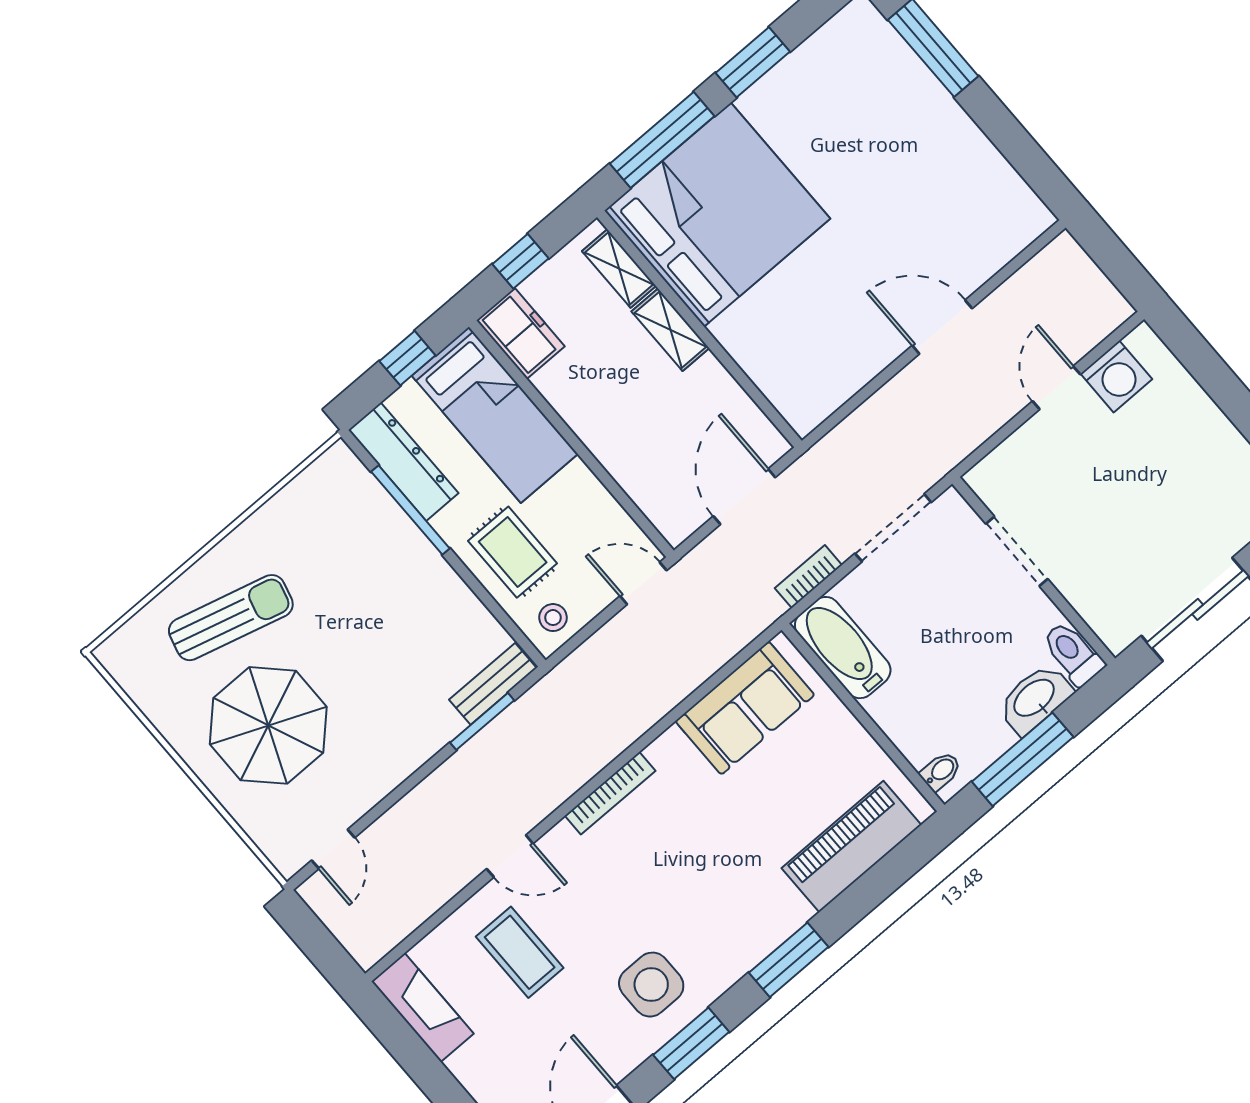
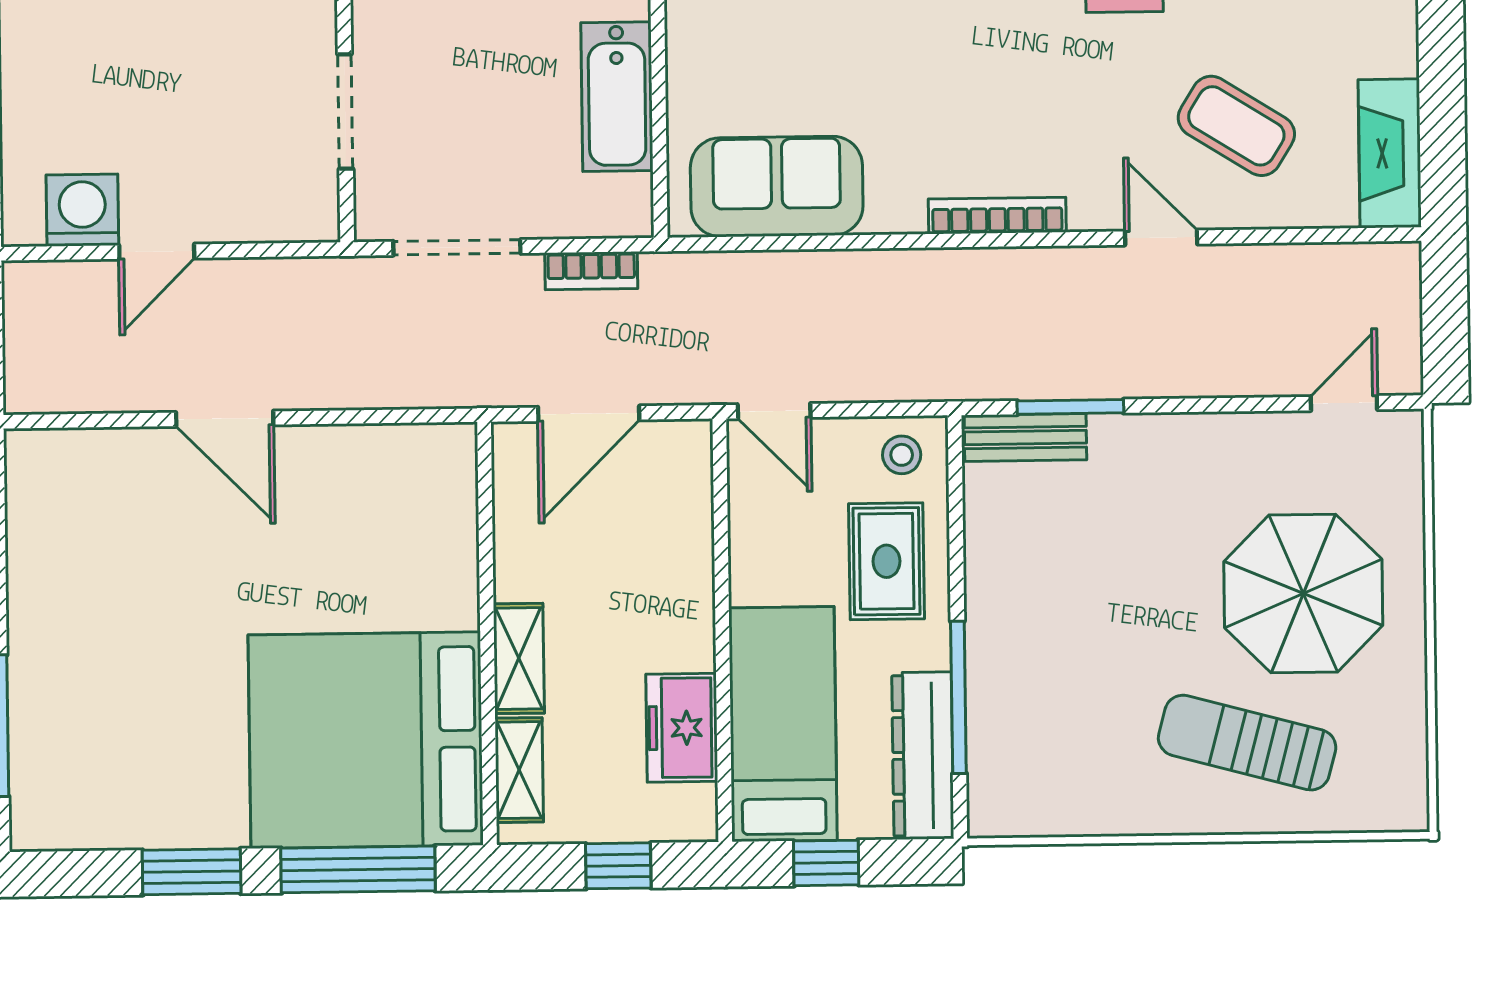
freezer: (521, 333) -> (682, 728), moved
bathtub: (843, 648) -> (617, 97), moved
coffee table: (520, 952) -> (1236, 126), turned -58

